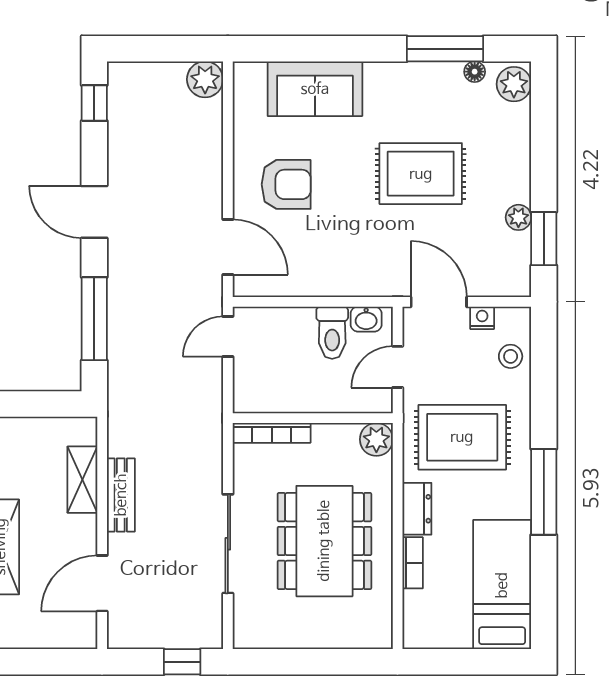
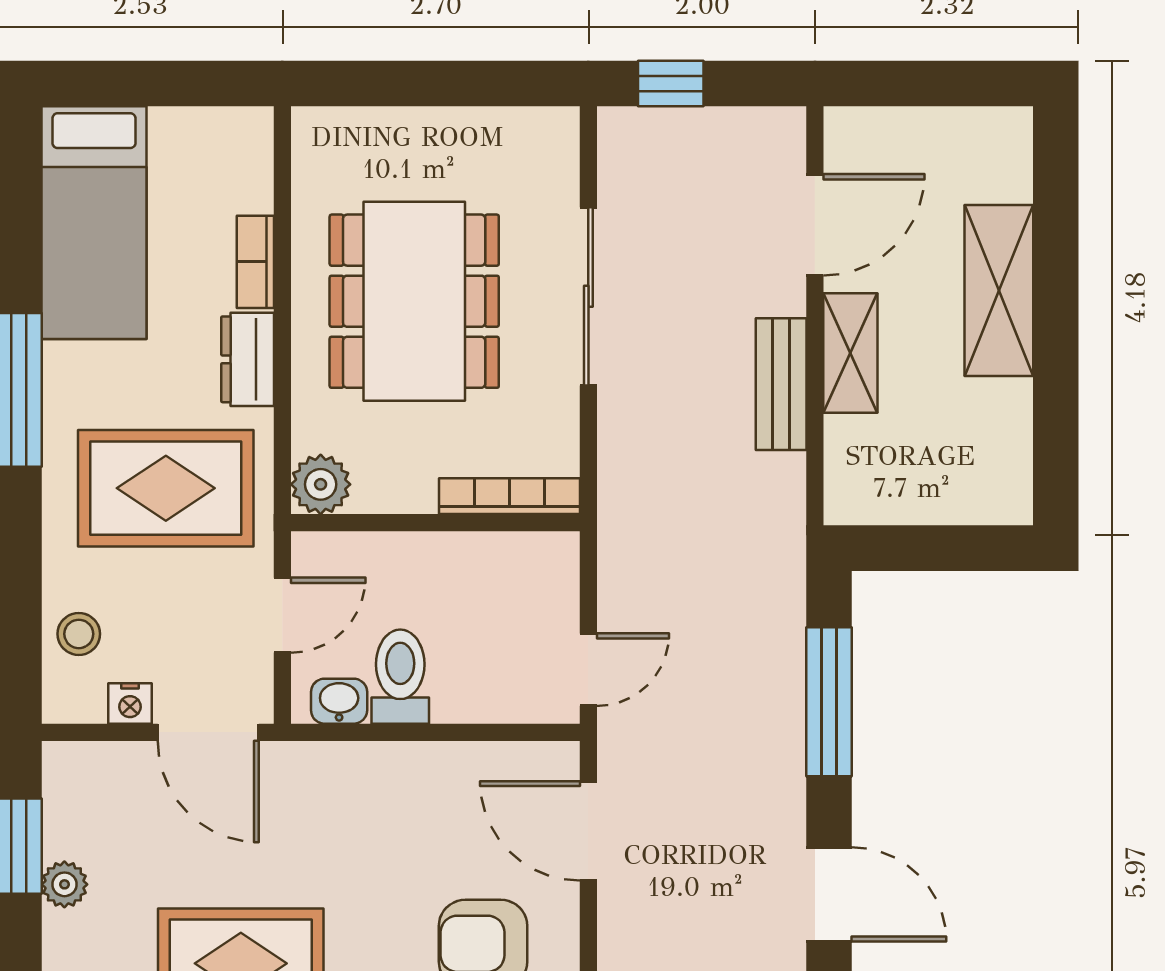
shelving: (82, 480) -> (850, 353), moved

